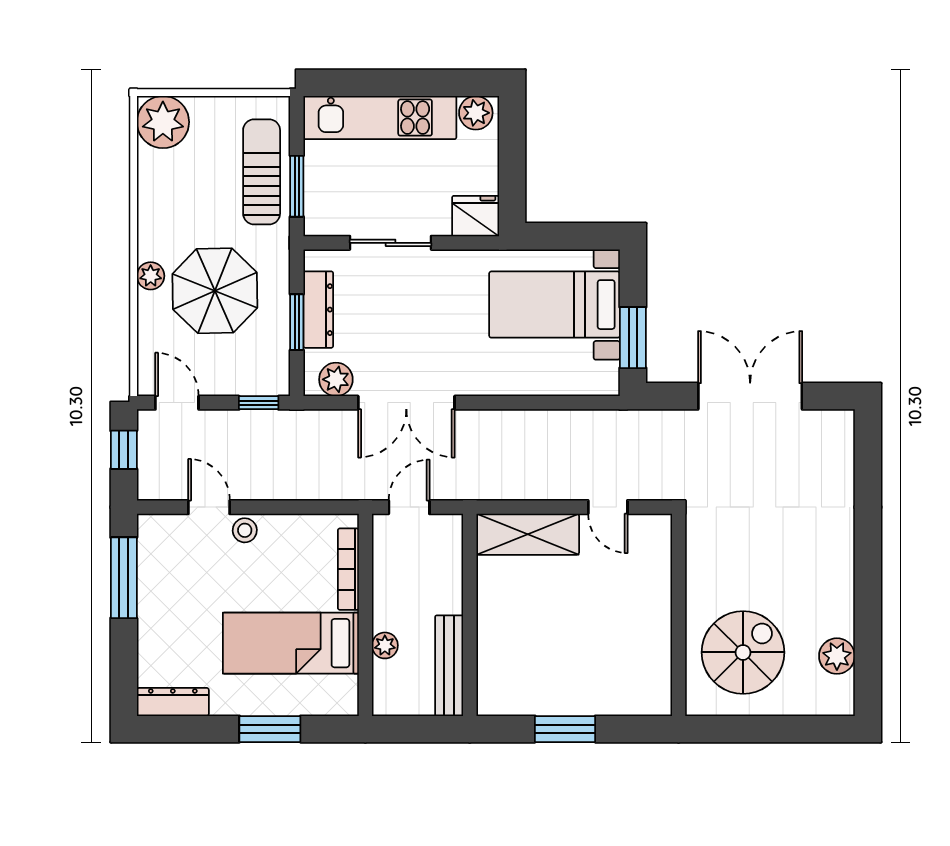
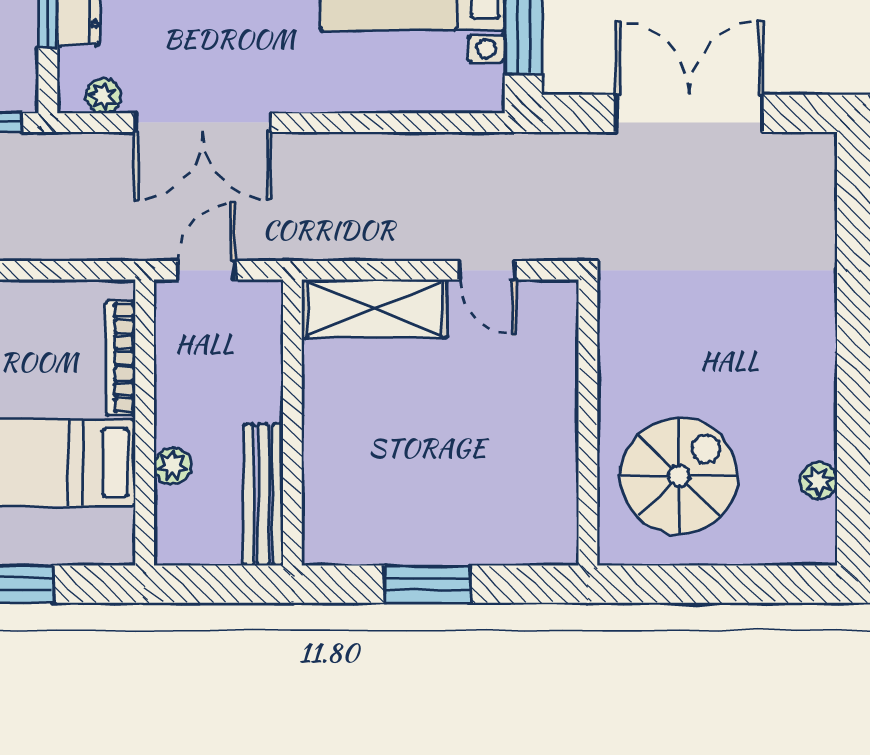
plant: (336, 379) -> (103, 96), width x0.73, depth x0.73
plant: (837, 656) -> (819, 481), width x0.73, depth x0.73

